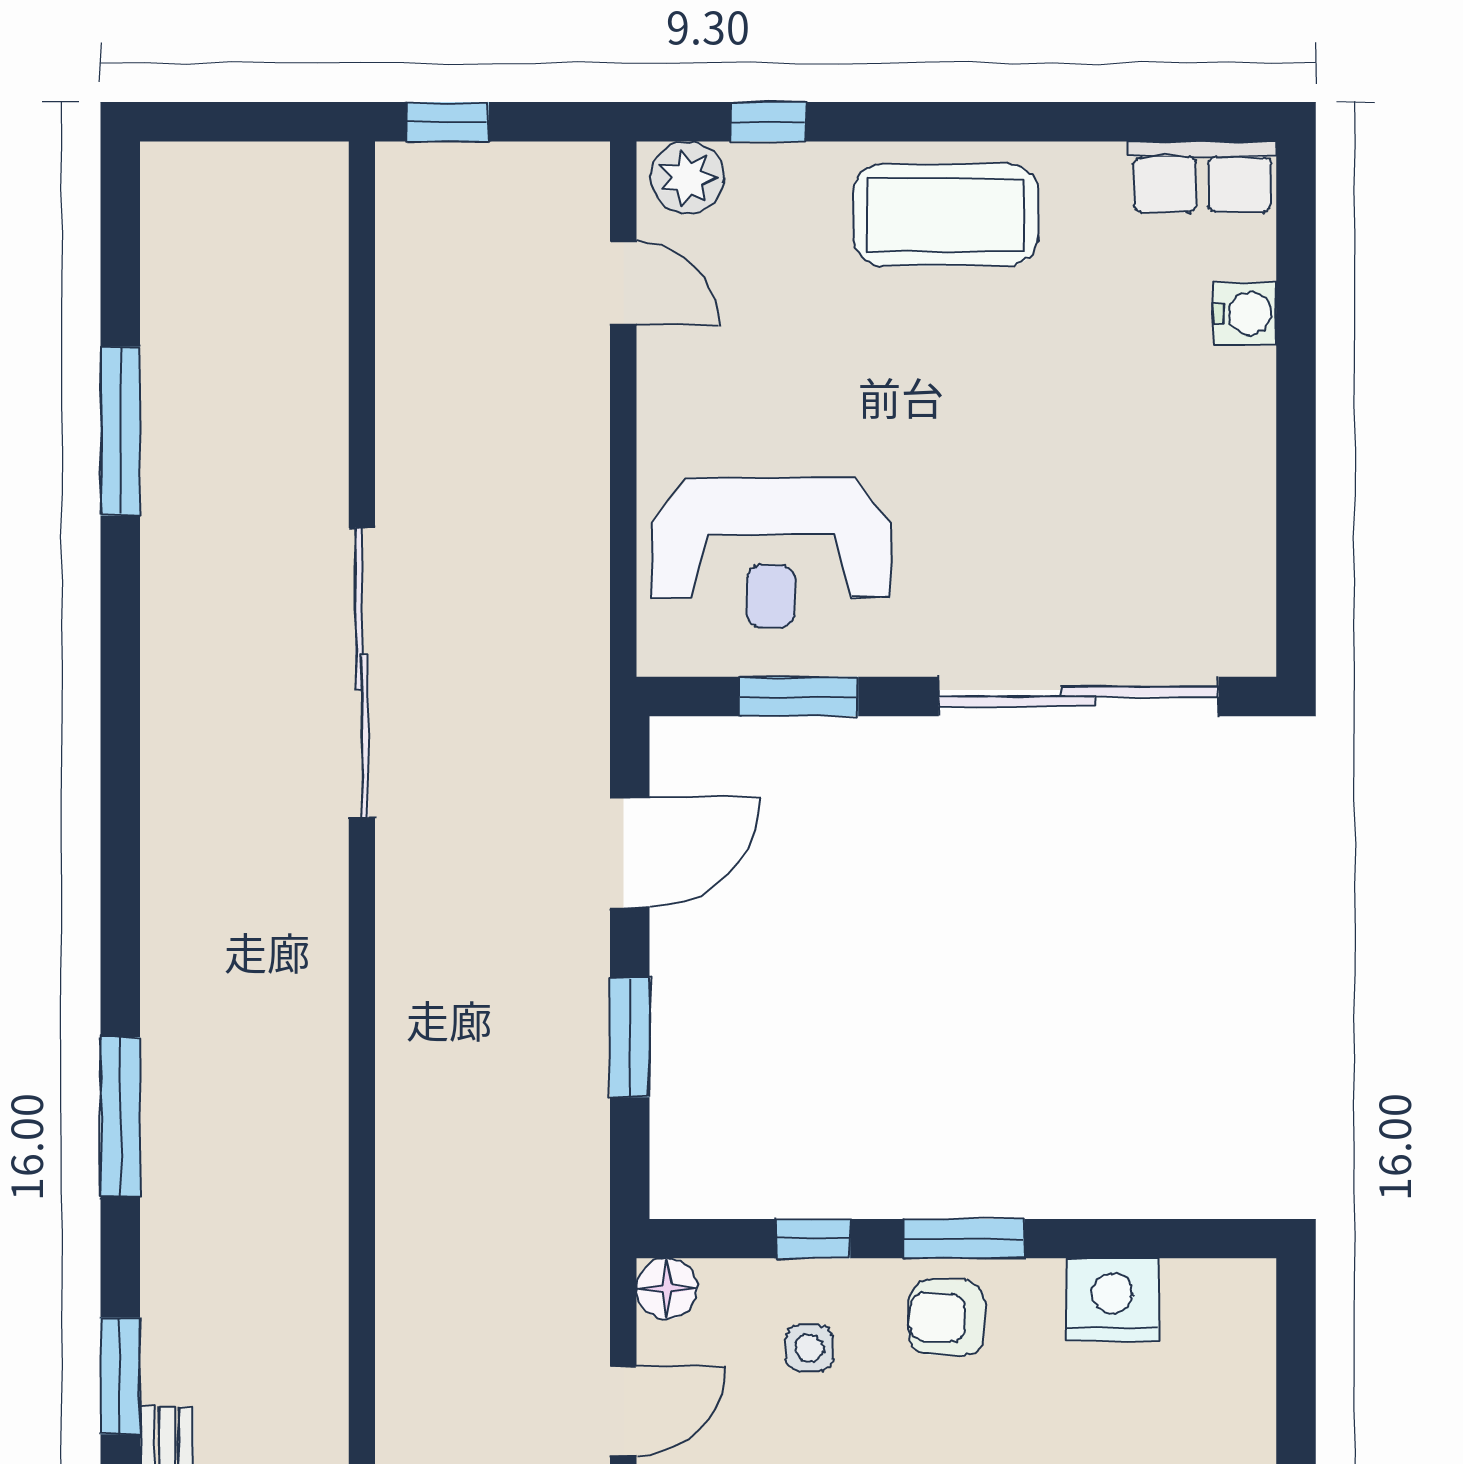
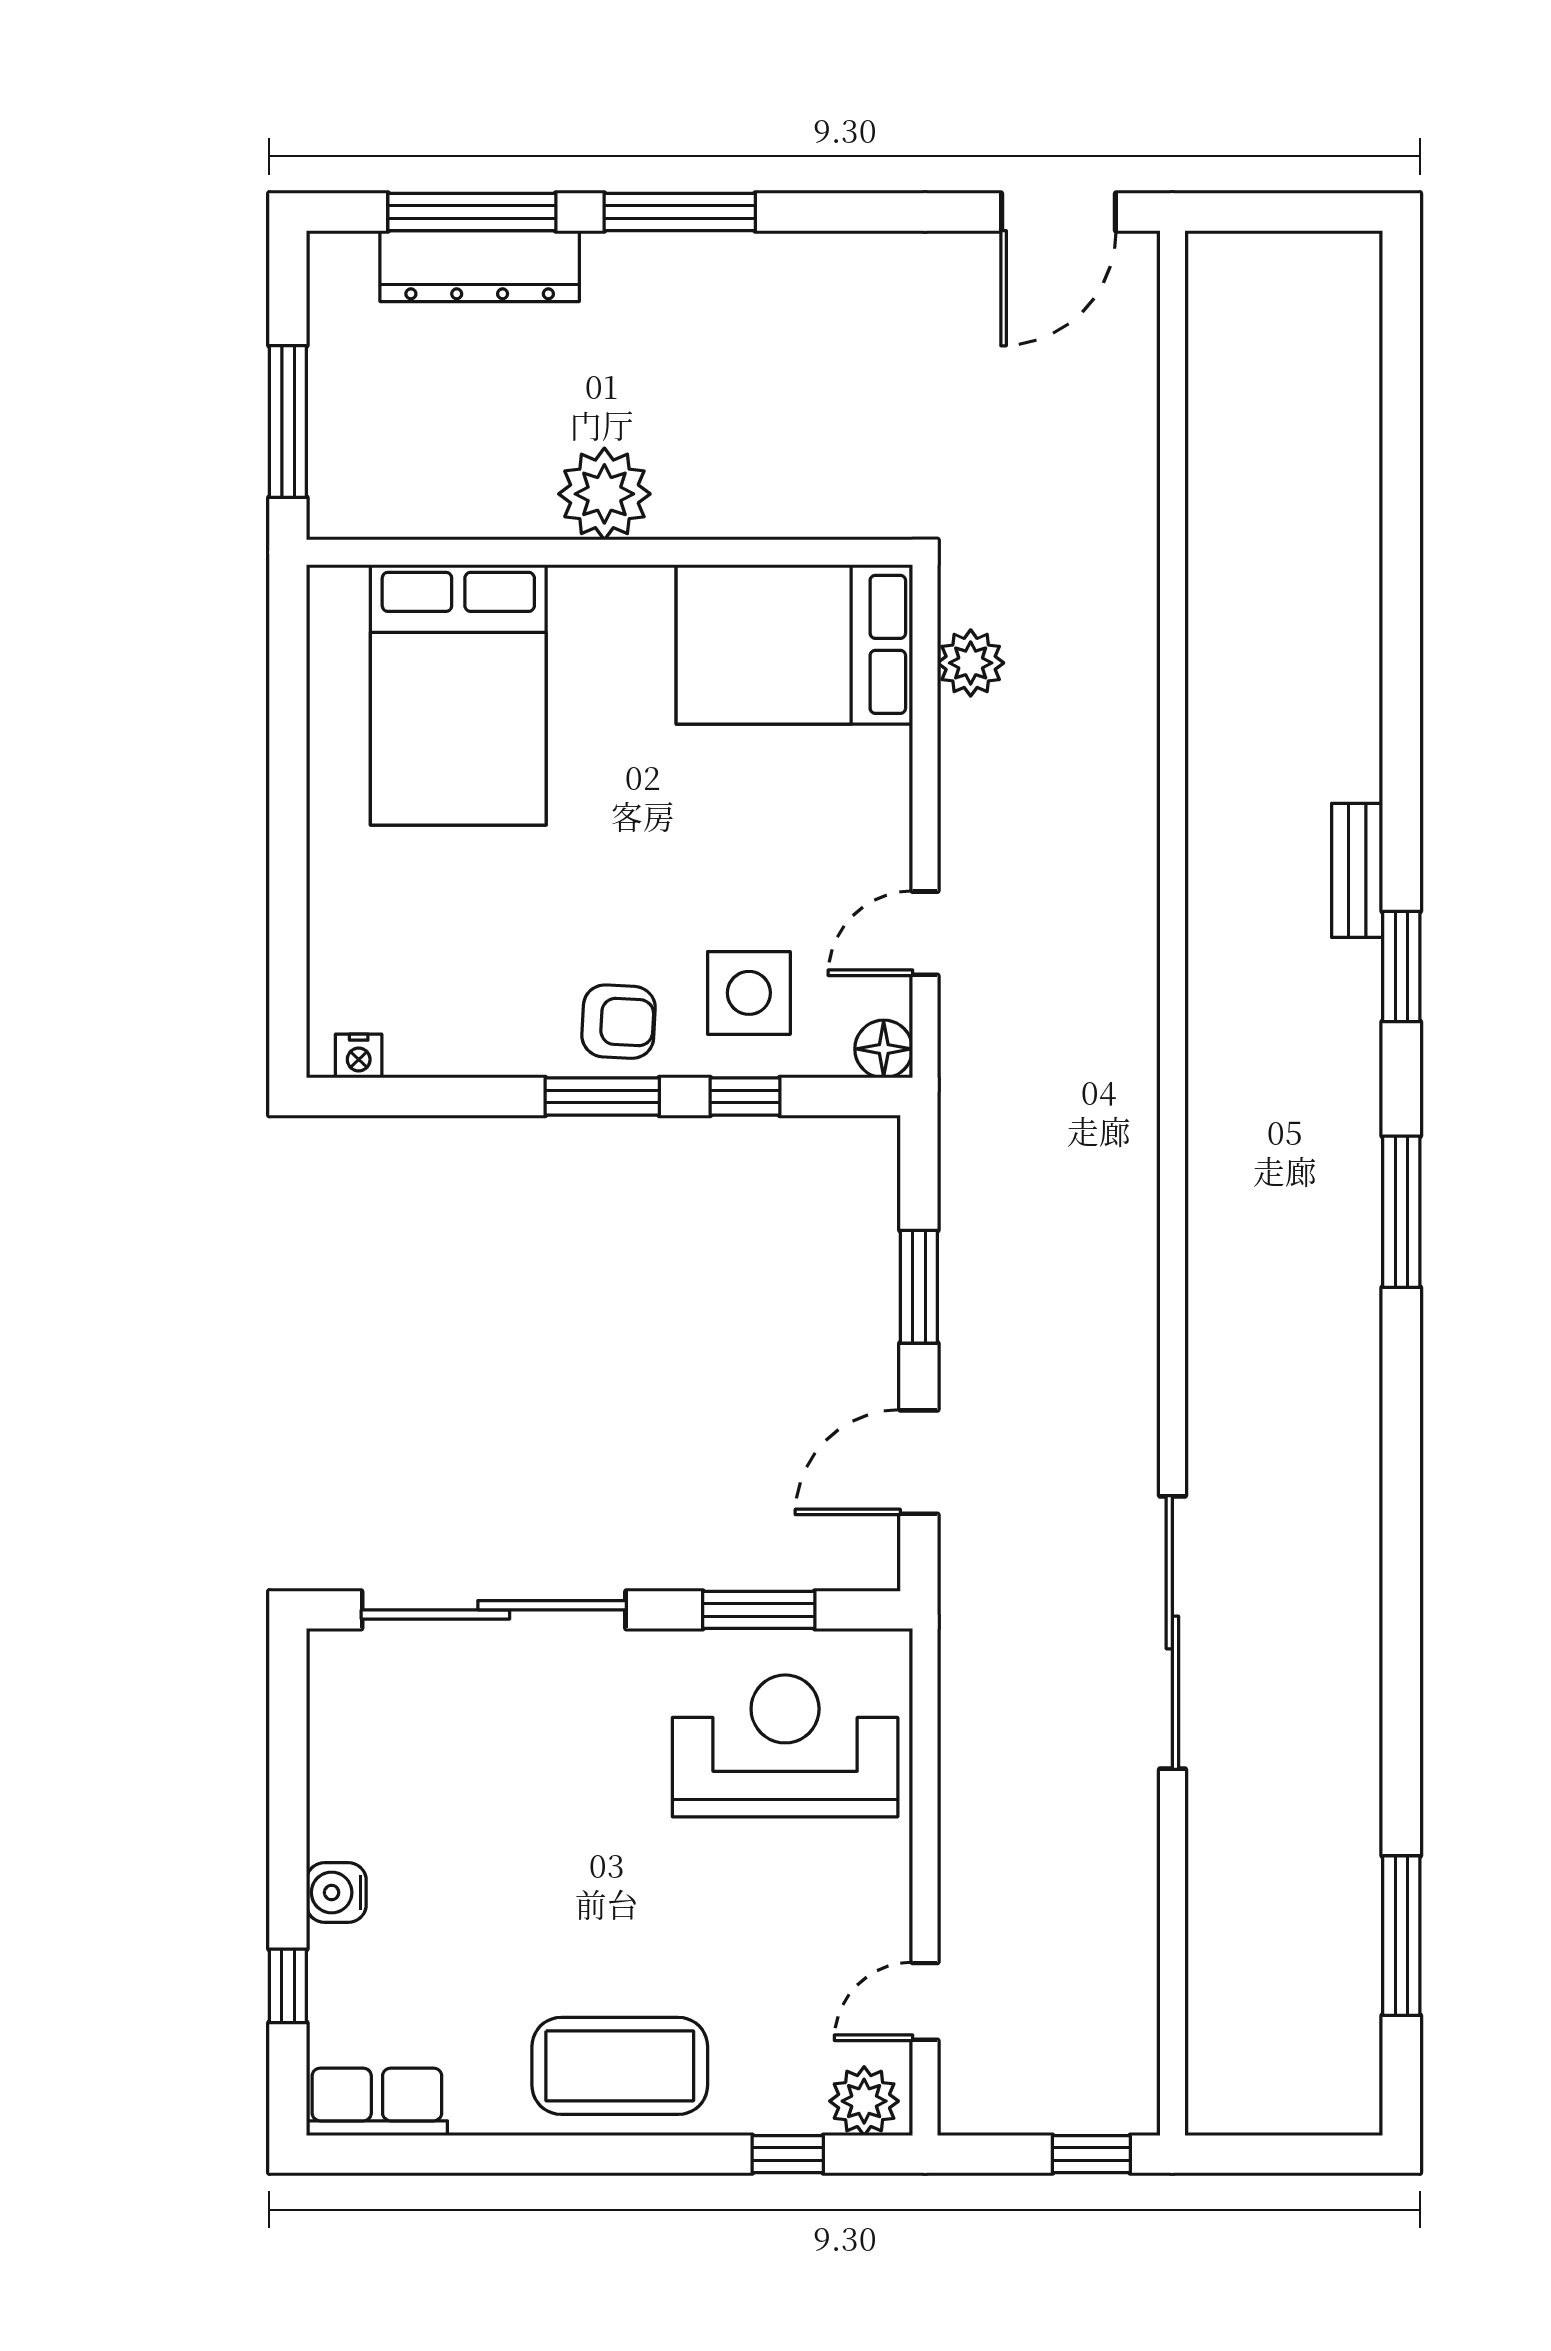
door: (623, 283) -> (925, 2001), hinge flipped
window: (1296, 299) -> (288, 1986), added
water cooler: (1245, 314) -> (336, 1892), moved
window: (120, 431) -> (1401, 1936), moved
nightstand: (1112, 1300) -> (359, 1056), moved, width x0.53, depth x0.56
side table: (809, 1348) -> (749, 993), width x1.87, depth x1.87

